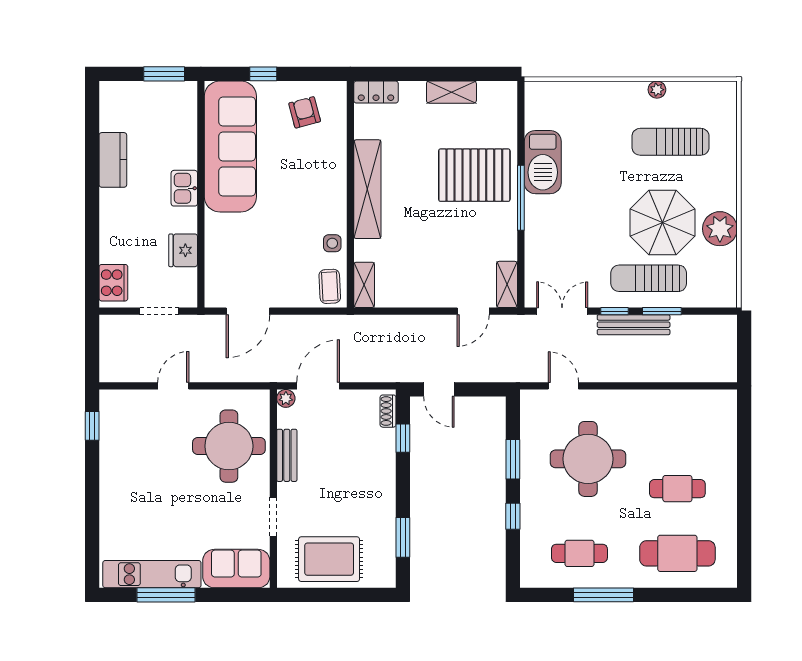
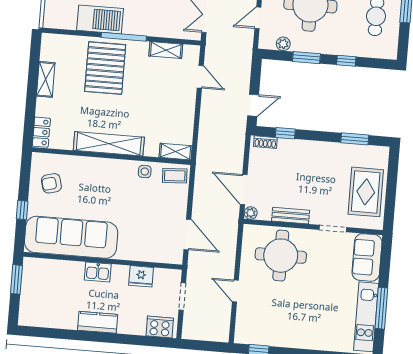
kitchen counter: (113, 160) -> (98, 322), moved
shelving: (507, 284) -> (166, 50), moved
plant: (530, 425) -> (283, 44), added

